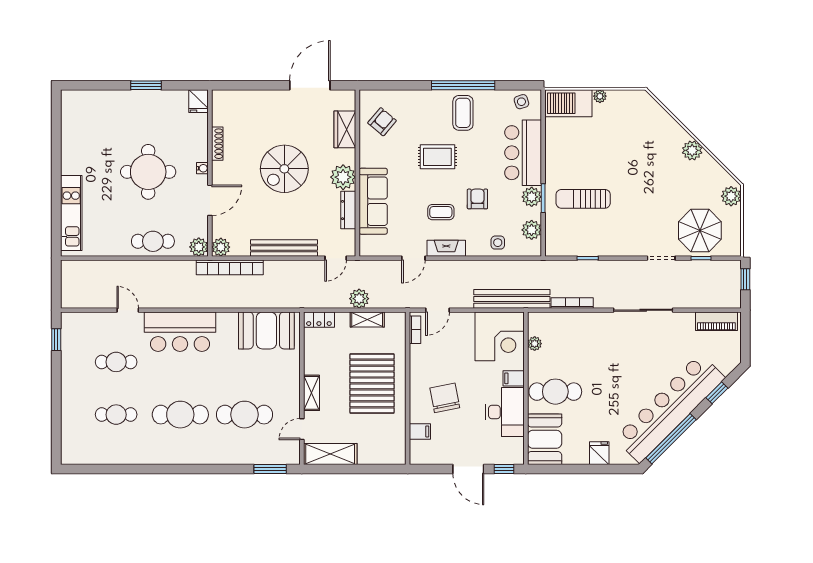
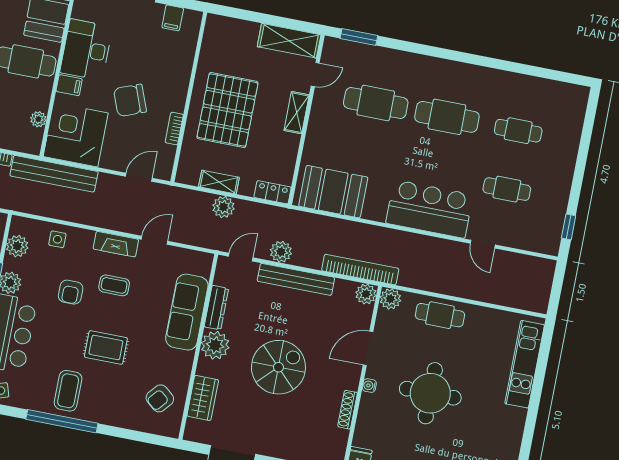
plant: (302, 269) -> (281, 252), added
bookcase: (415, 330) -> (174, 129), moved
chair: (445, 398) -> (130, 100), moved, turned 80
filing cabinet: (420, 431) -> (173, 18), moved, turned -90

